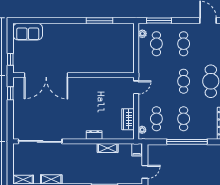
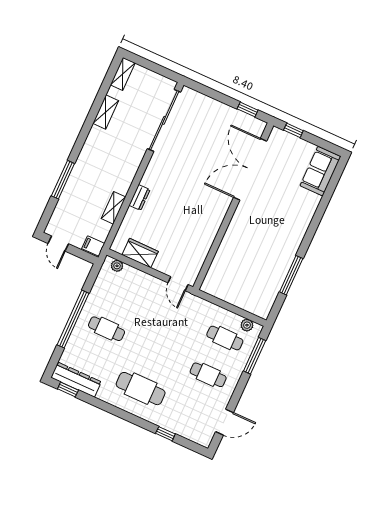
cafe table: (184, 81) -> (157, 352), removed
cafe table: (156, 119) -> (123, 292), removed

